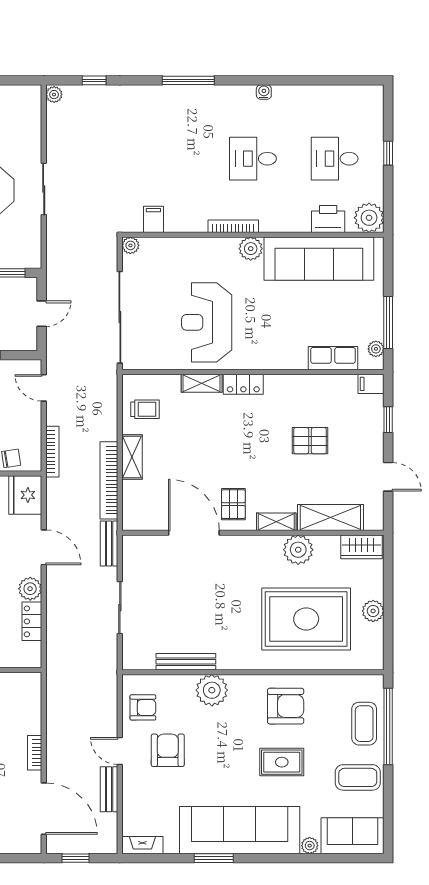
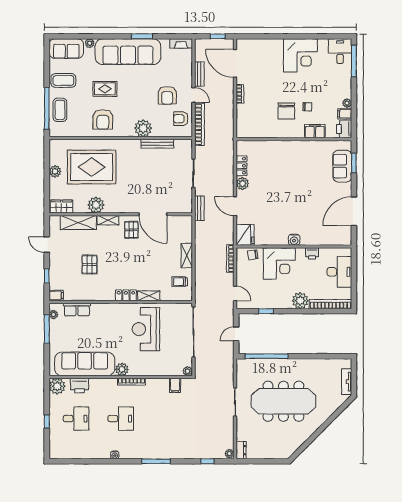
dresser: (33, 101) -> (241, 450), added
reception desk: (207, 322) -> (146, 329), turned 180
pallet: (310, 441) -> (90, 264), turned 90
bookcase: (109, 480) -> (199, 124), moved
armchair: (286, 706) -> (103, 119), turned -90

